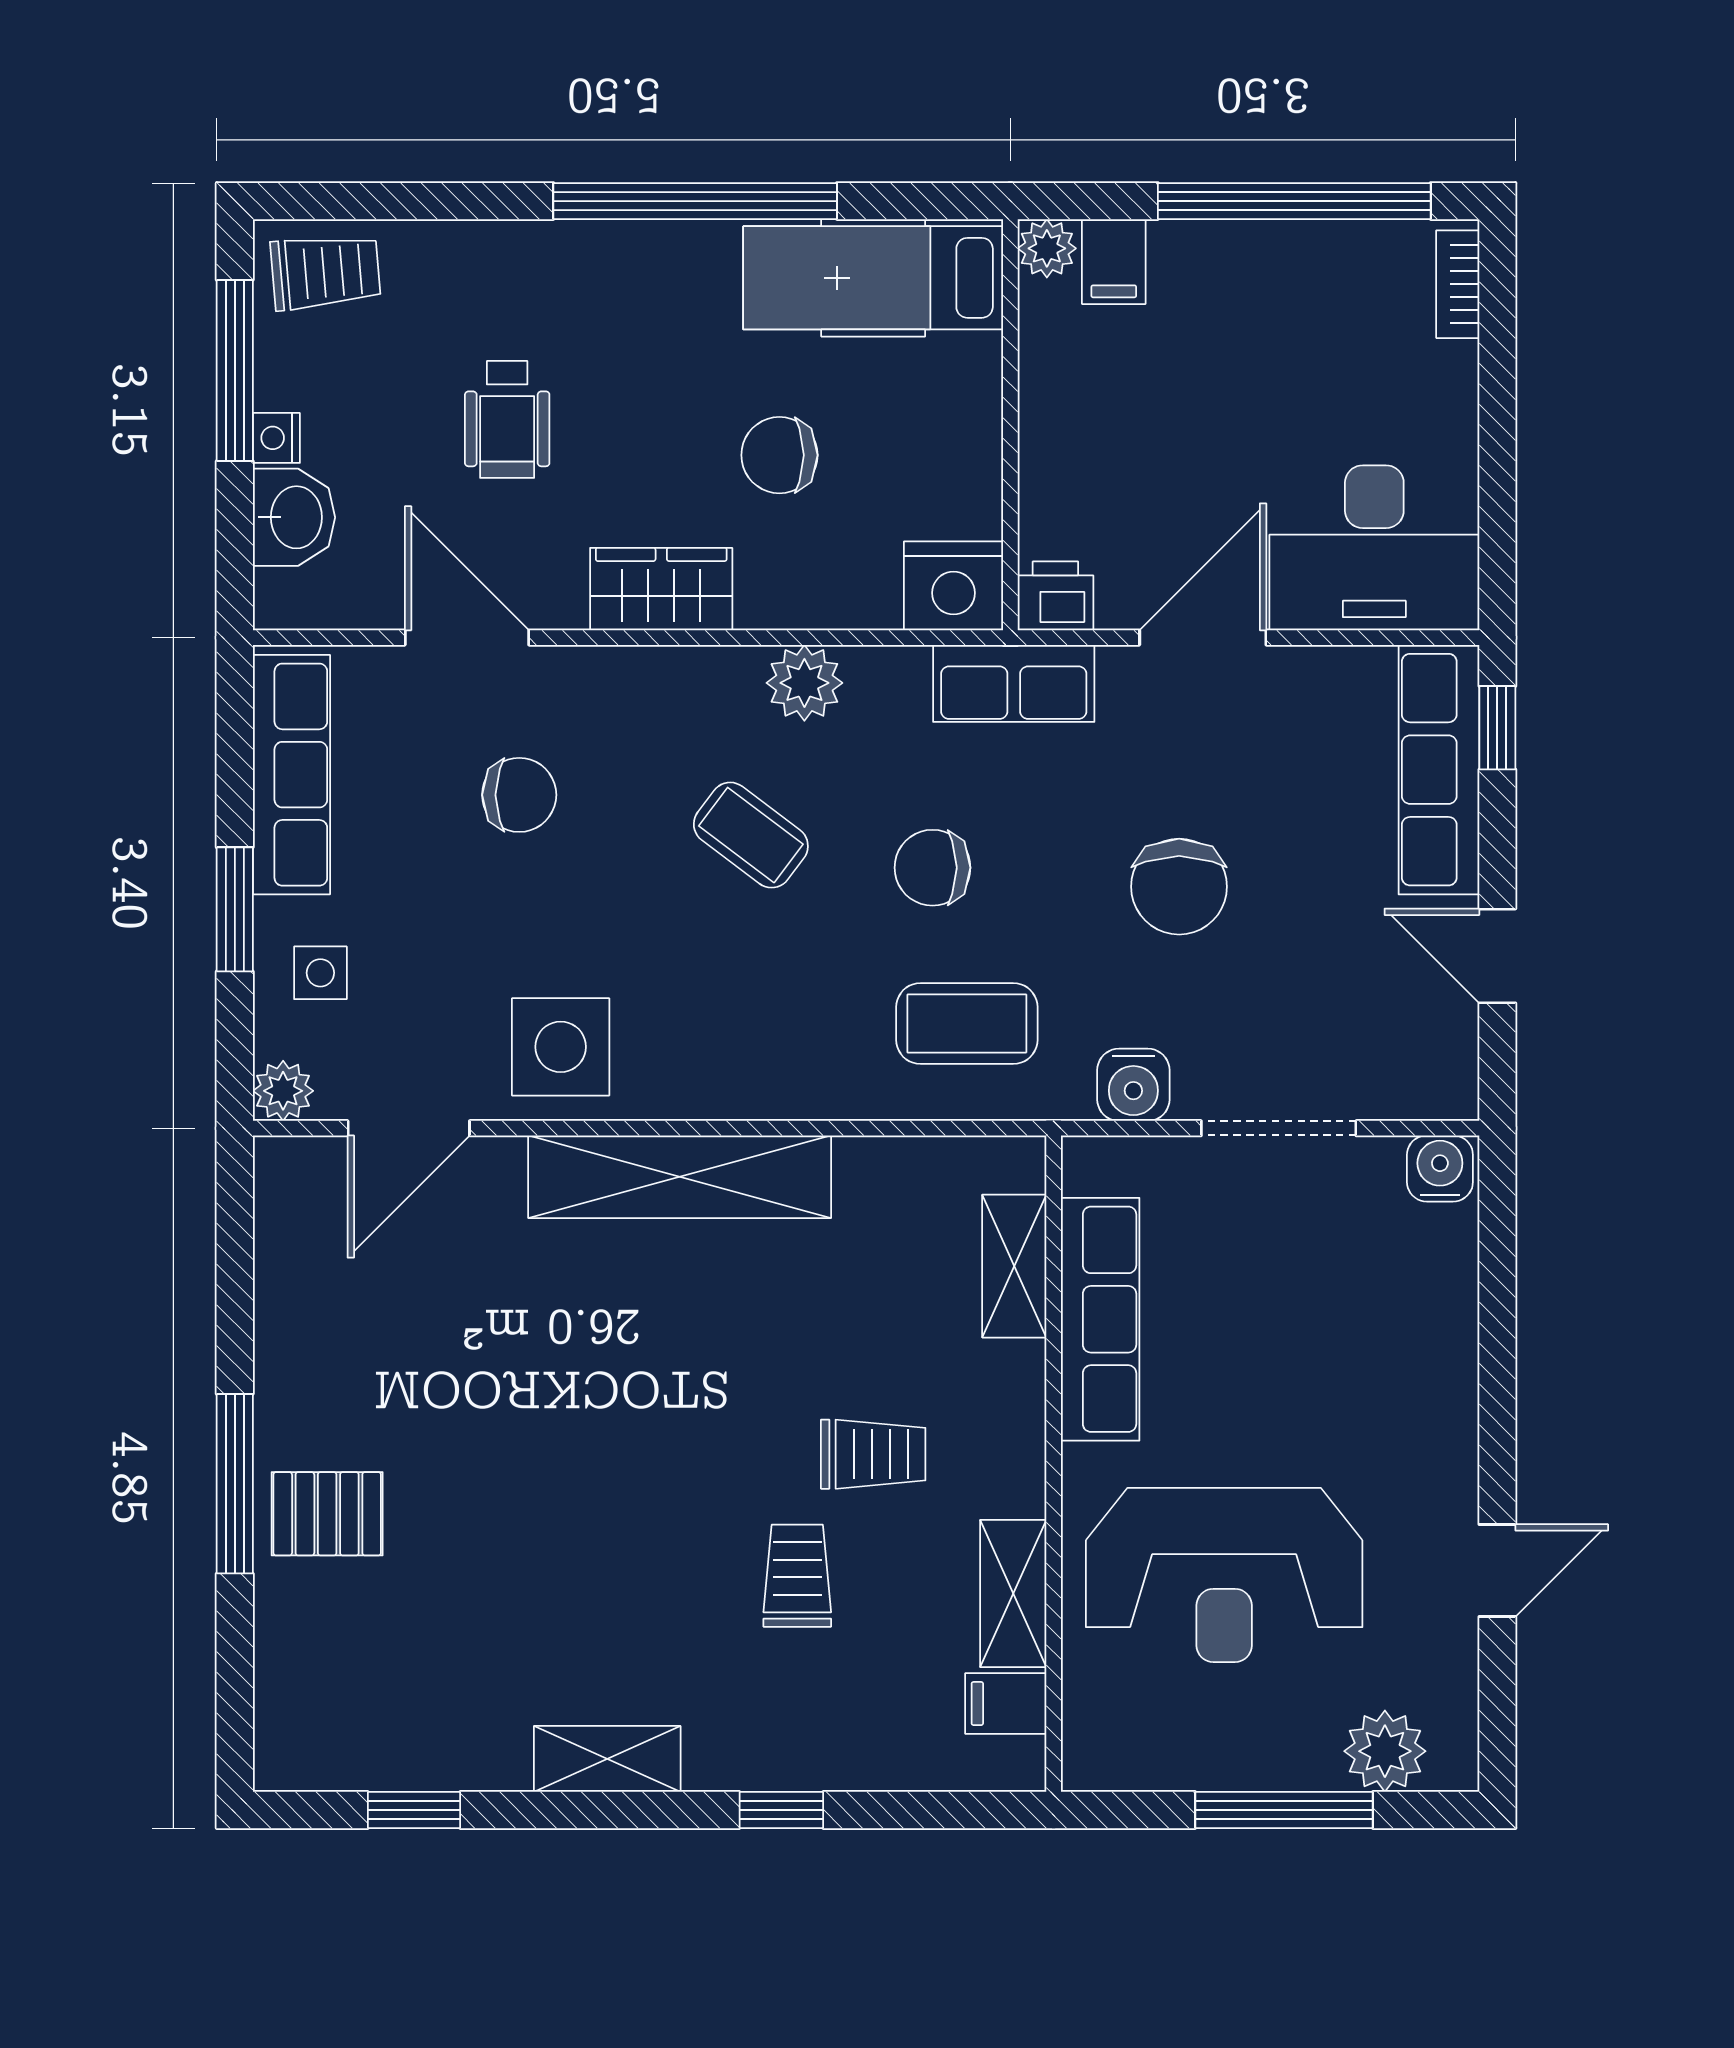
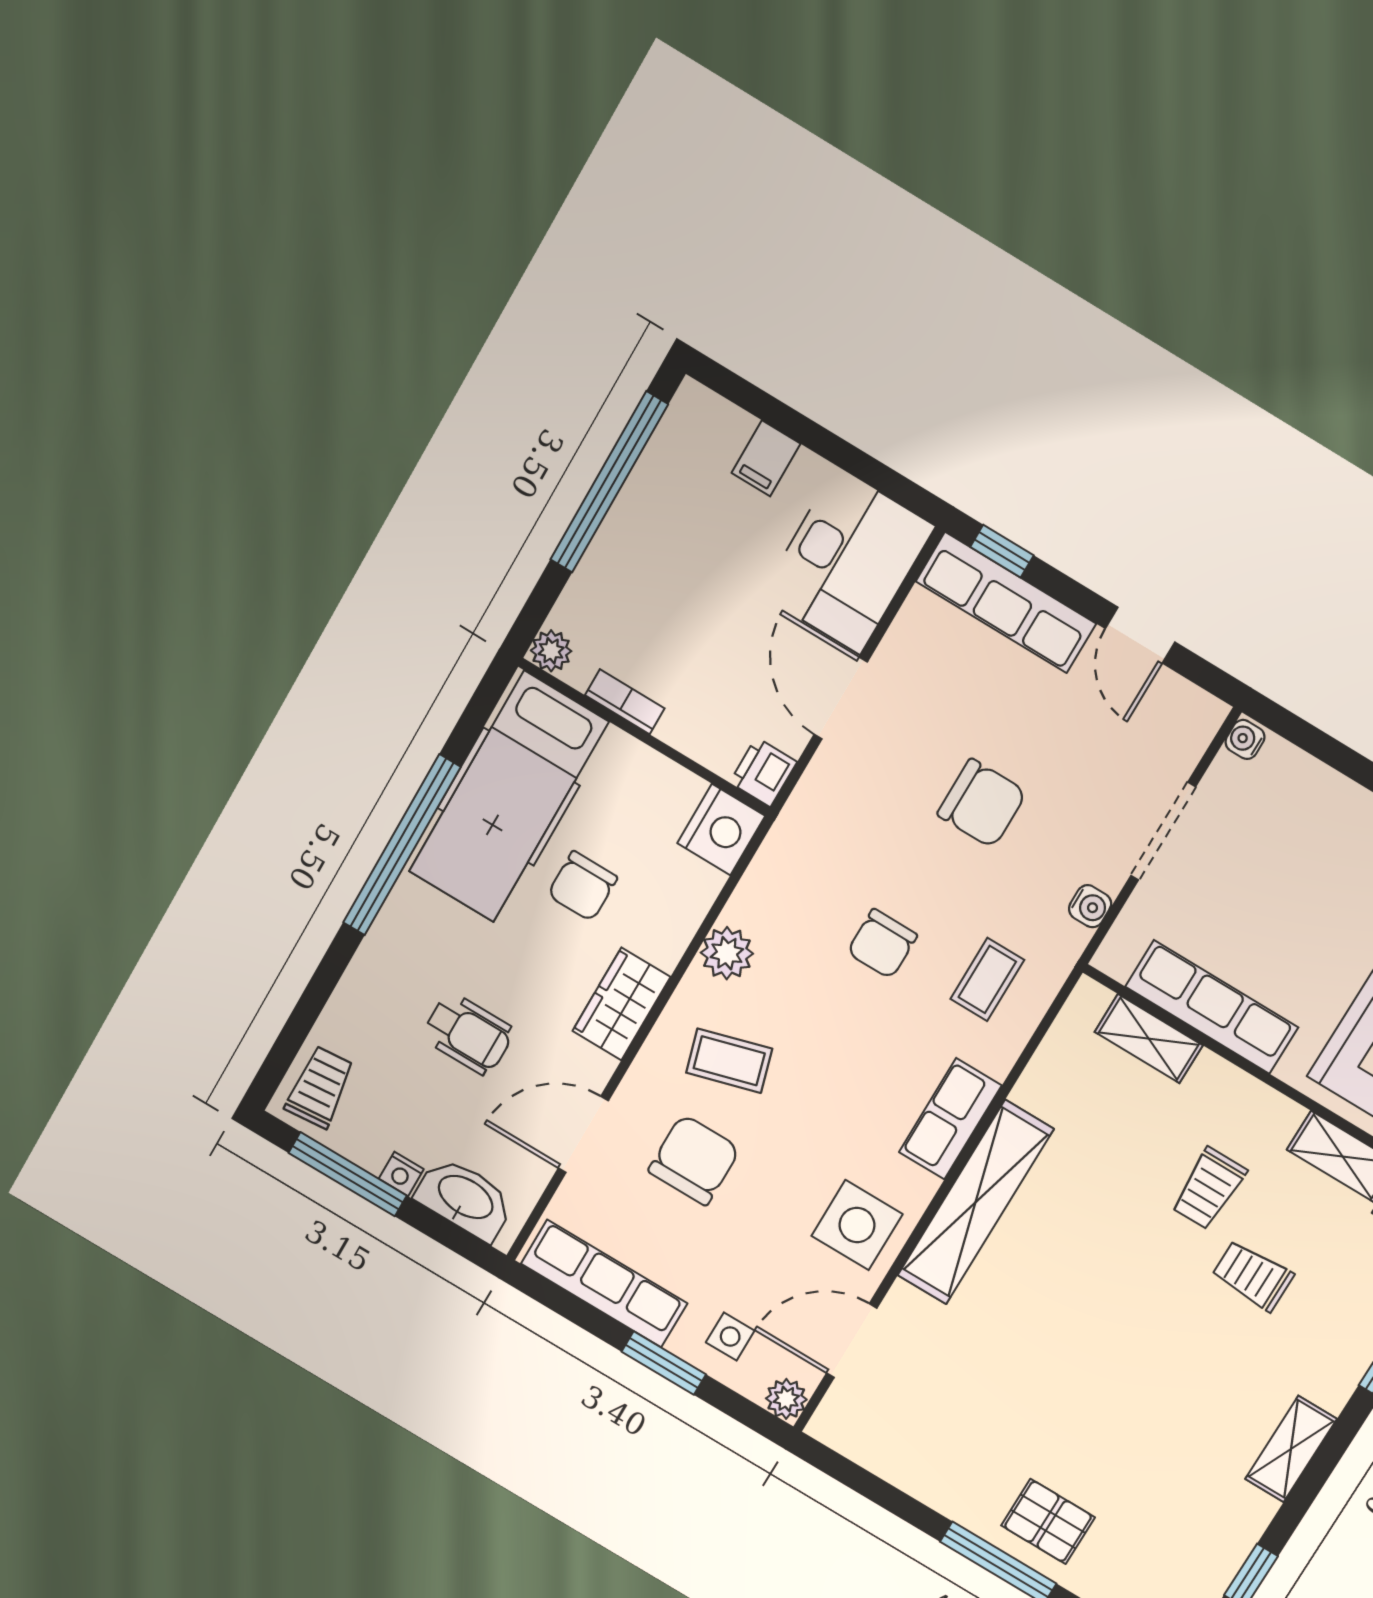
filing cabinet: (1114, 262) -> (766, 458), moved, turned 90
hospital bed: (873, 278) -> (509, 797), width x1.37, depth x1.29
bookcase: (1458, 284) -> (625, 702), moved, turned 180
washbasin: (294, 517) -> (465, 1198), width x1.38
row of seats: (1014, 683) -> (950, 1119), moved, turned 180
chair: (519, 795) -> (694, 1160), width x1.37, depth x1.37
coffee table: (751, 835) -> (729, 1061), moved, turned 37
door: (1497, 956) -> (1140, 635), hinge flipped
coffee table: (967, 1024) -> (987, 979), width x0.73, depth x0.77
water cooler: (1133, 1085) -> (1090, 906), width x0.72, depth x0.72
door: (409, 1128) -> (852, 1341), swing flipped
water cooler: (1440, 1168) -> (1245, 739), width x0.72, depth x0.72
trolley: (873, 1454) -> (1209, 1188), turned 180
pallet: (327, 1514) -> (1048, 1521), turned 90

